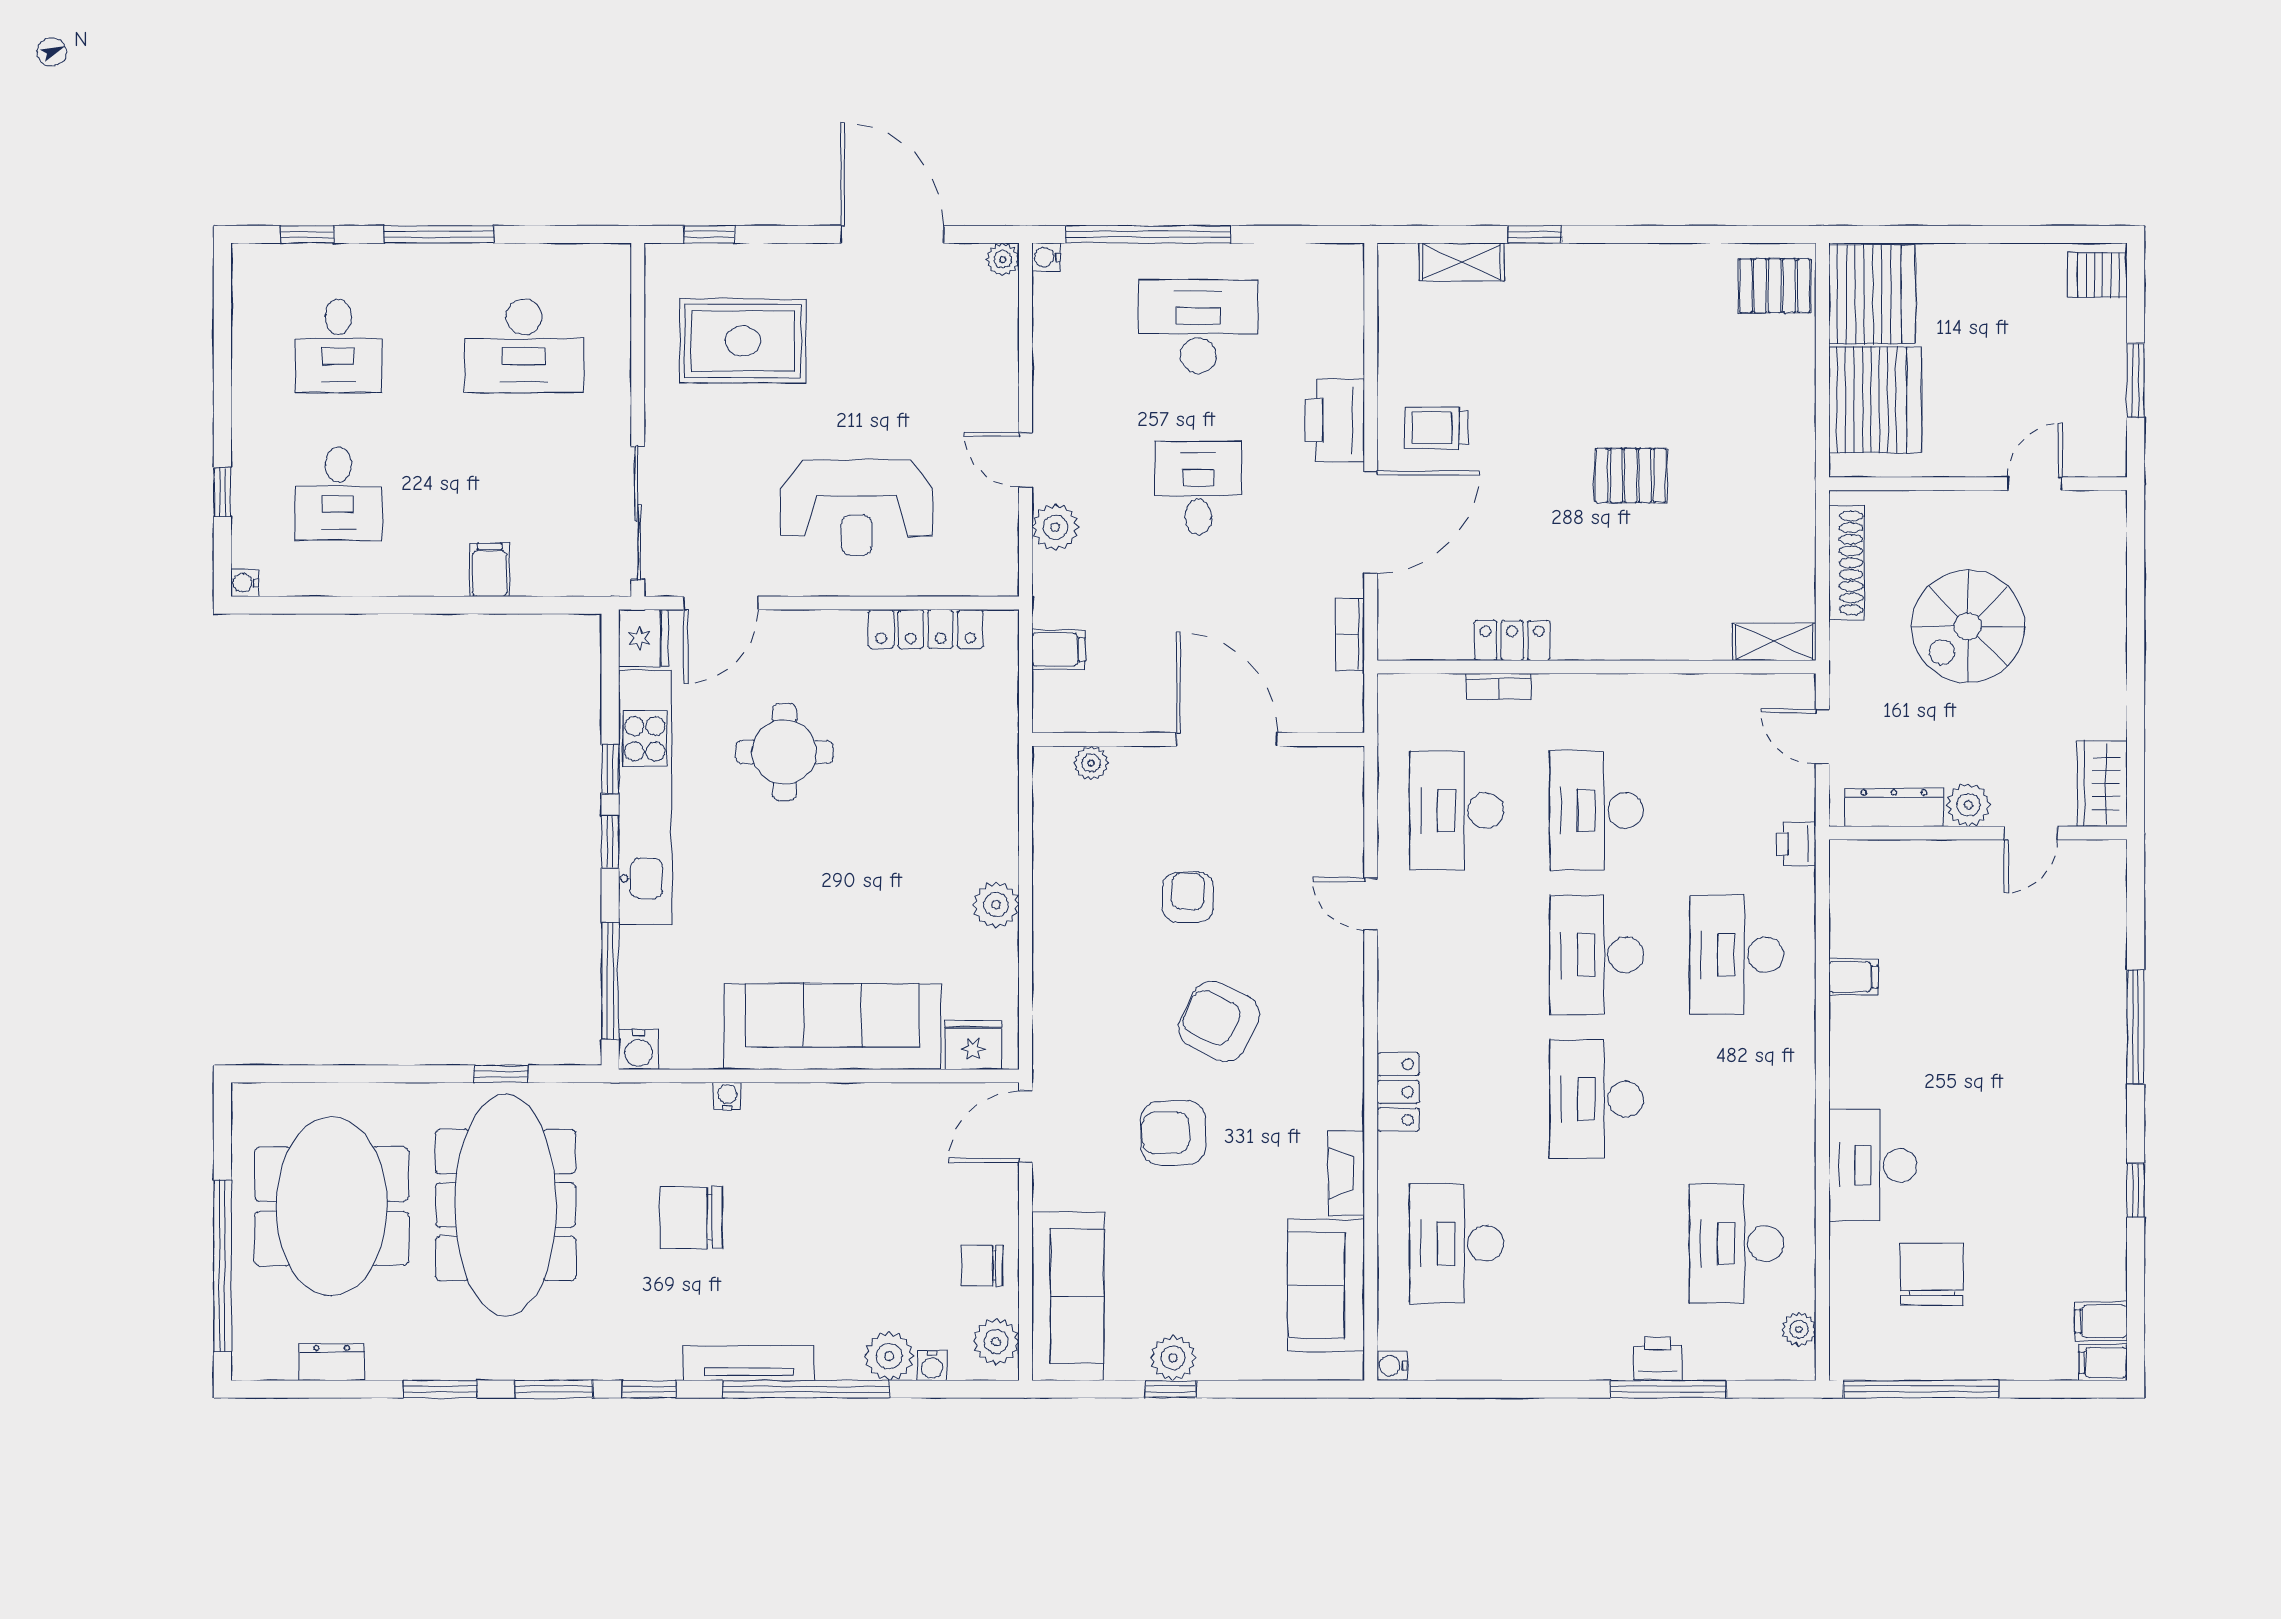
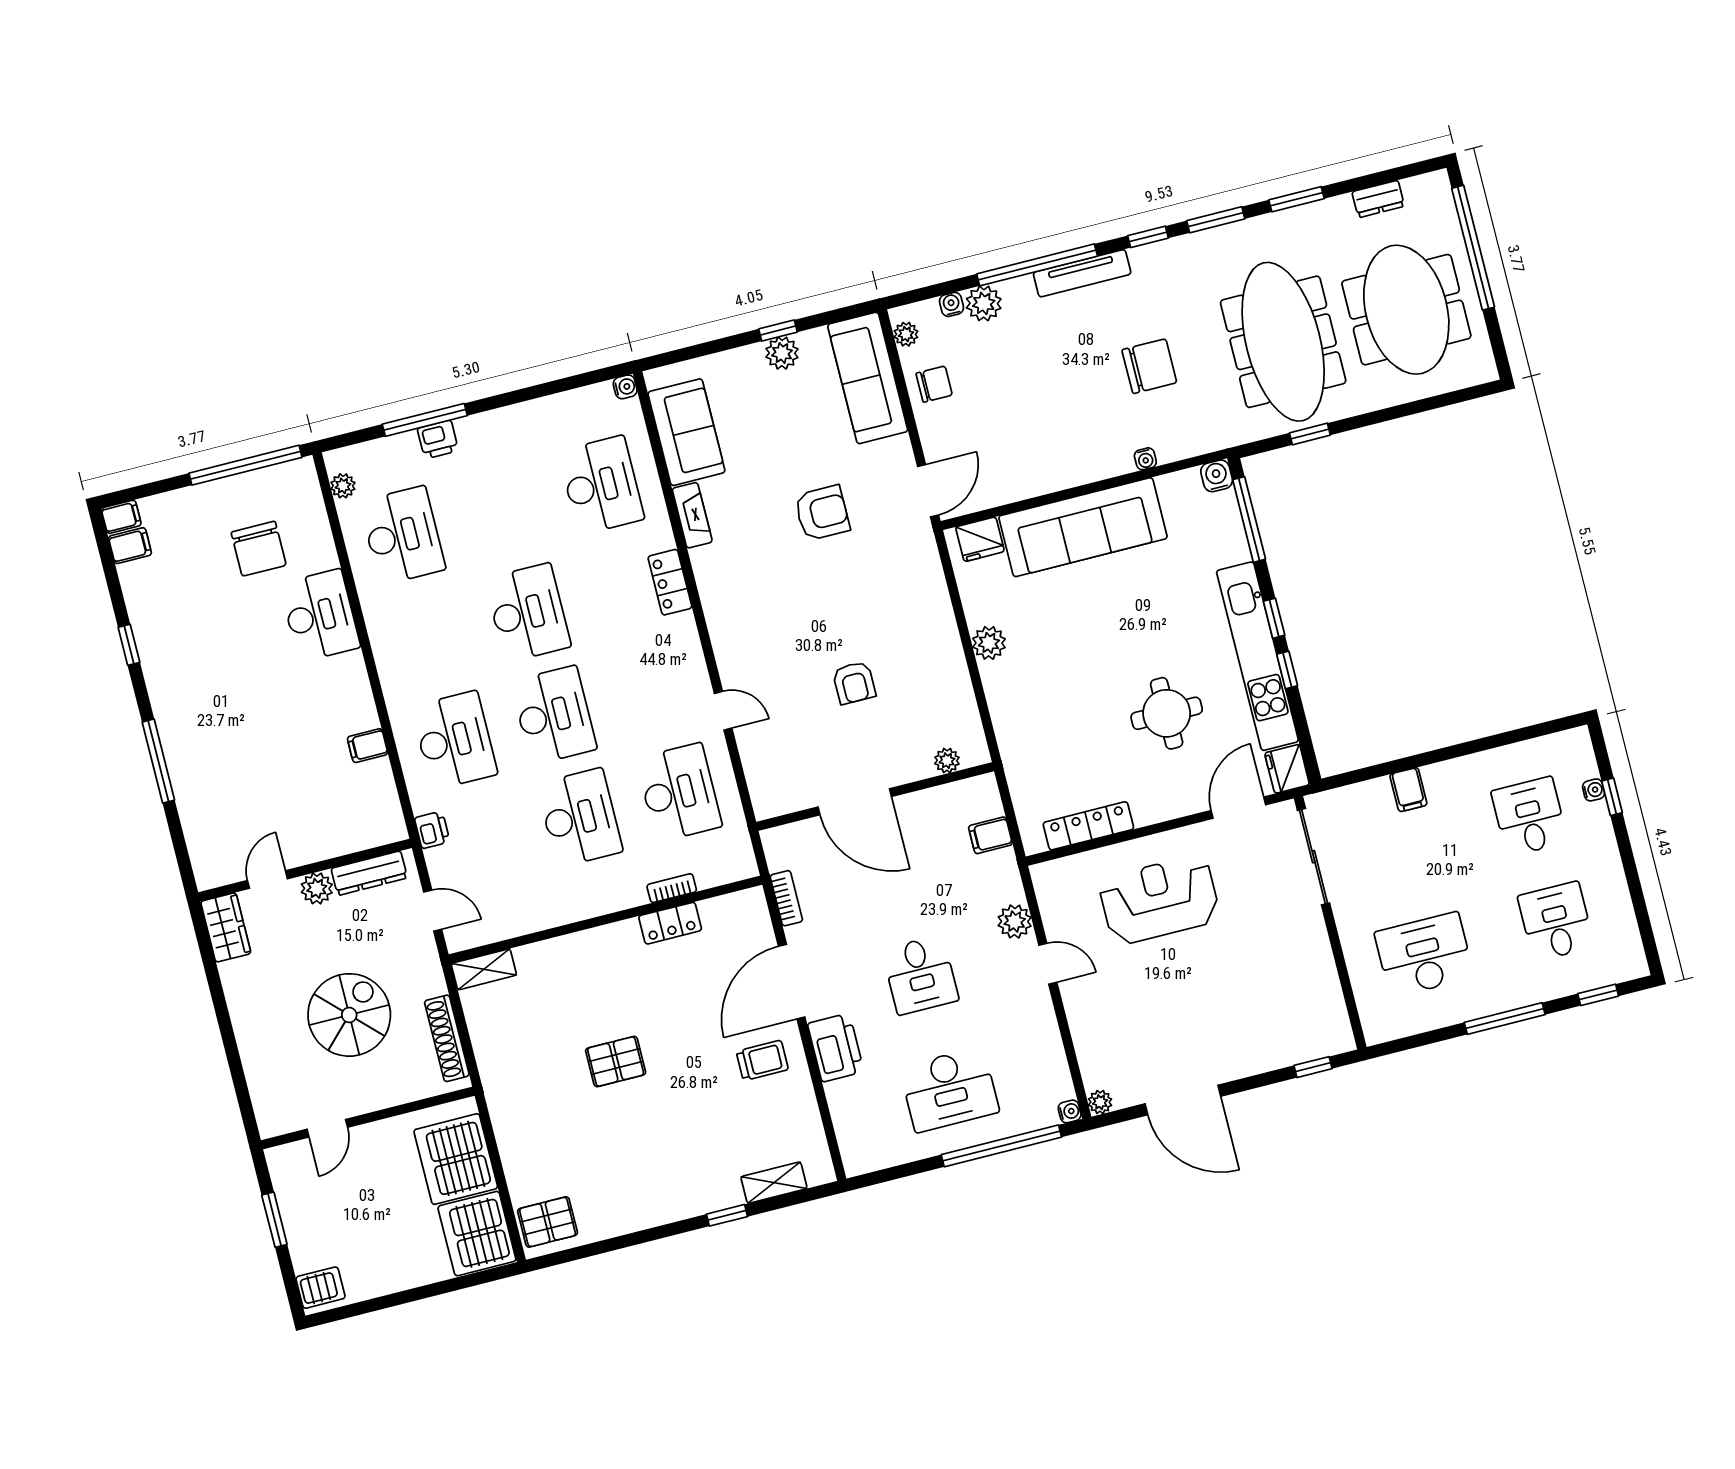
rug: (743, 341) -> (1270, 998), removed
water cooler: (245, 583) -> (1594, 790), moved
armchair: (1219, 1021) -> (810, 600), removed
plant: (996, 1341) -> (906, 334), width x0.73, depth x0.73

